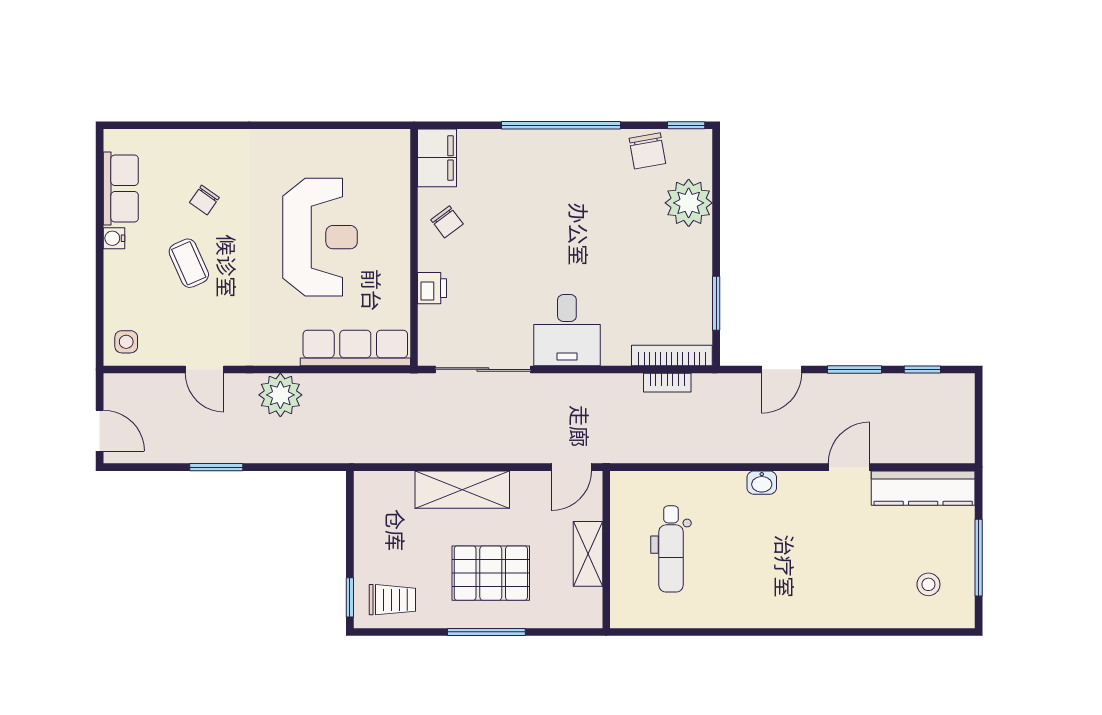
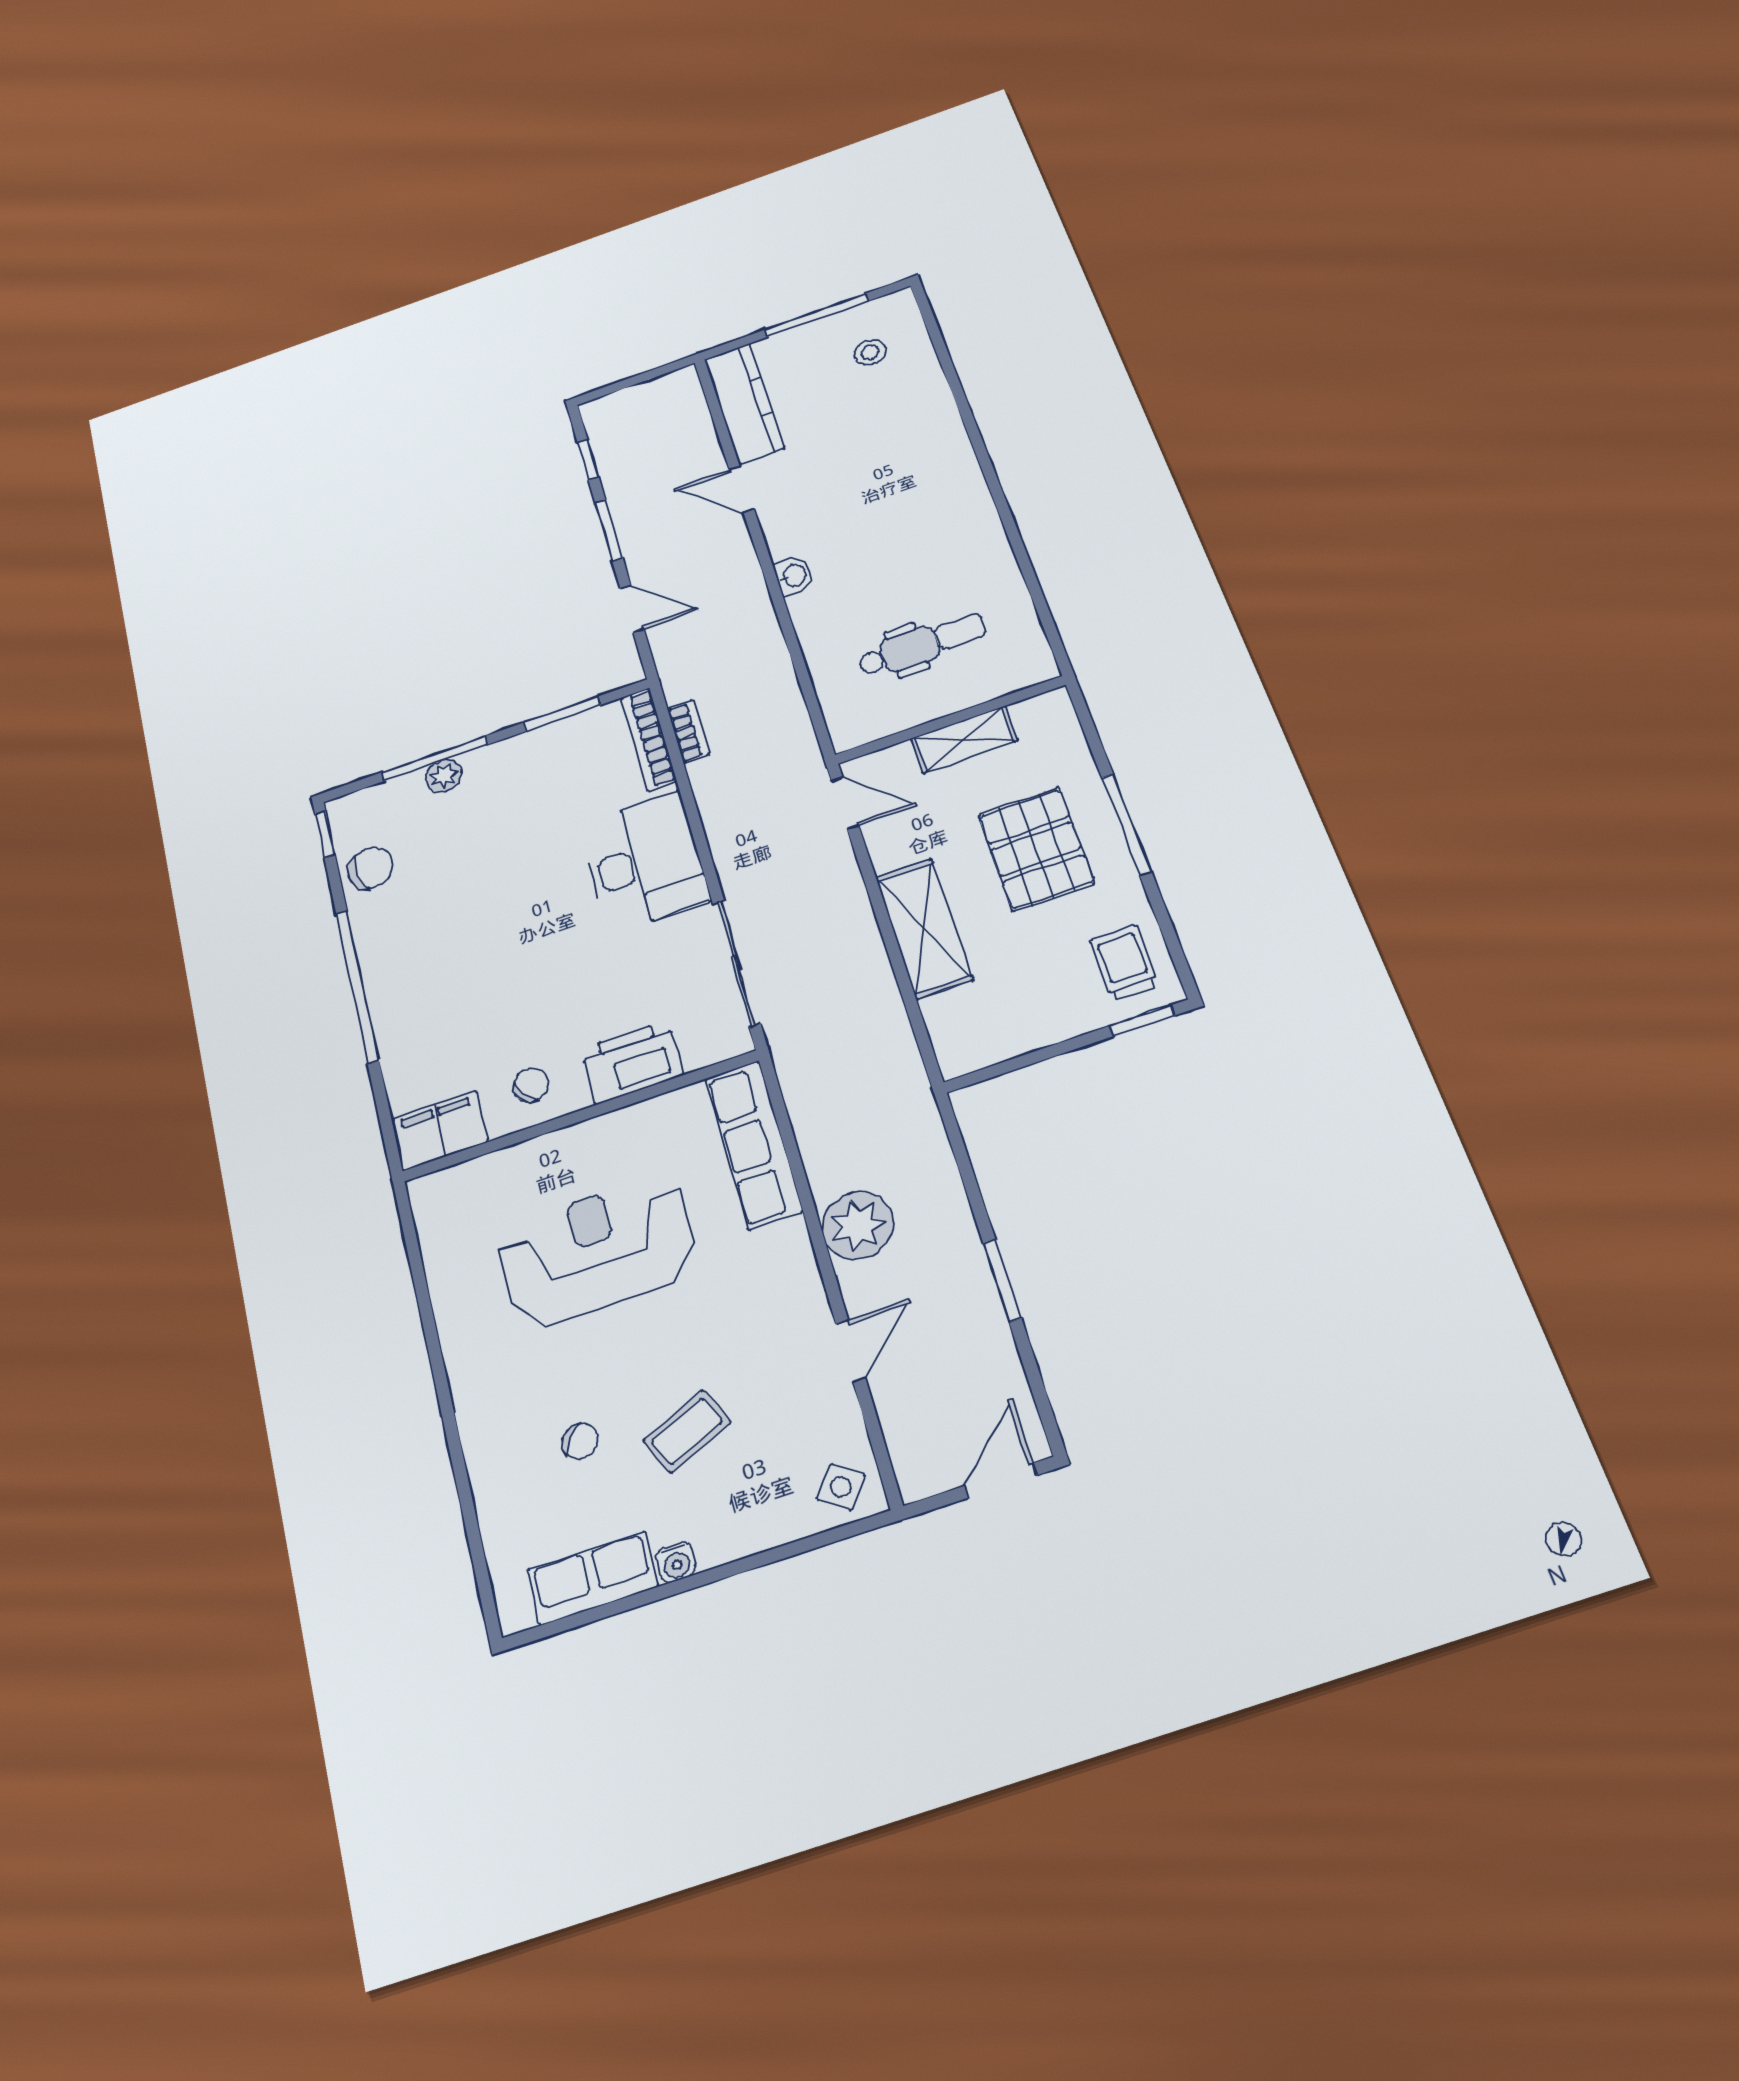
plant: (689, 203) -> (444, 776), width x0.53, depth x0.53
window: (716, 211) -> (434, 759), added
printer: (432, 288) -> (632, 1062), width x1.87, depth x1.48
desk: (567, 330) -> (644, 862), width x1.37
side table: (126, 342) -> (841, 1487), turned 37

